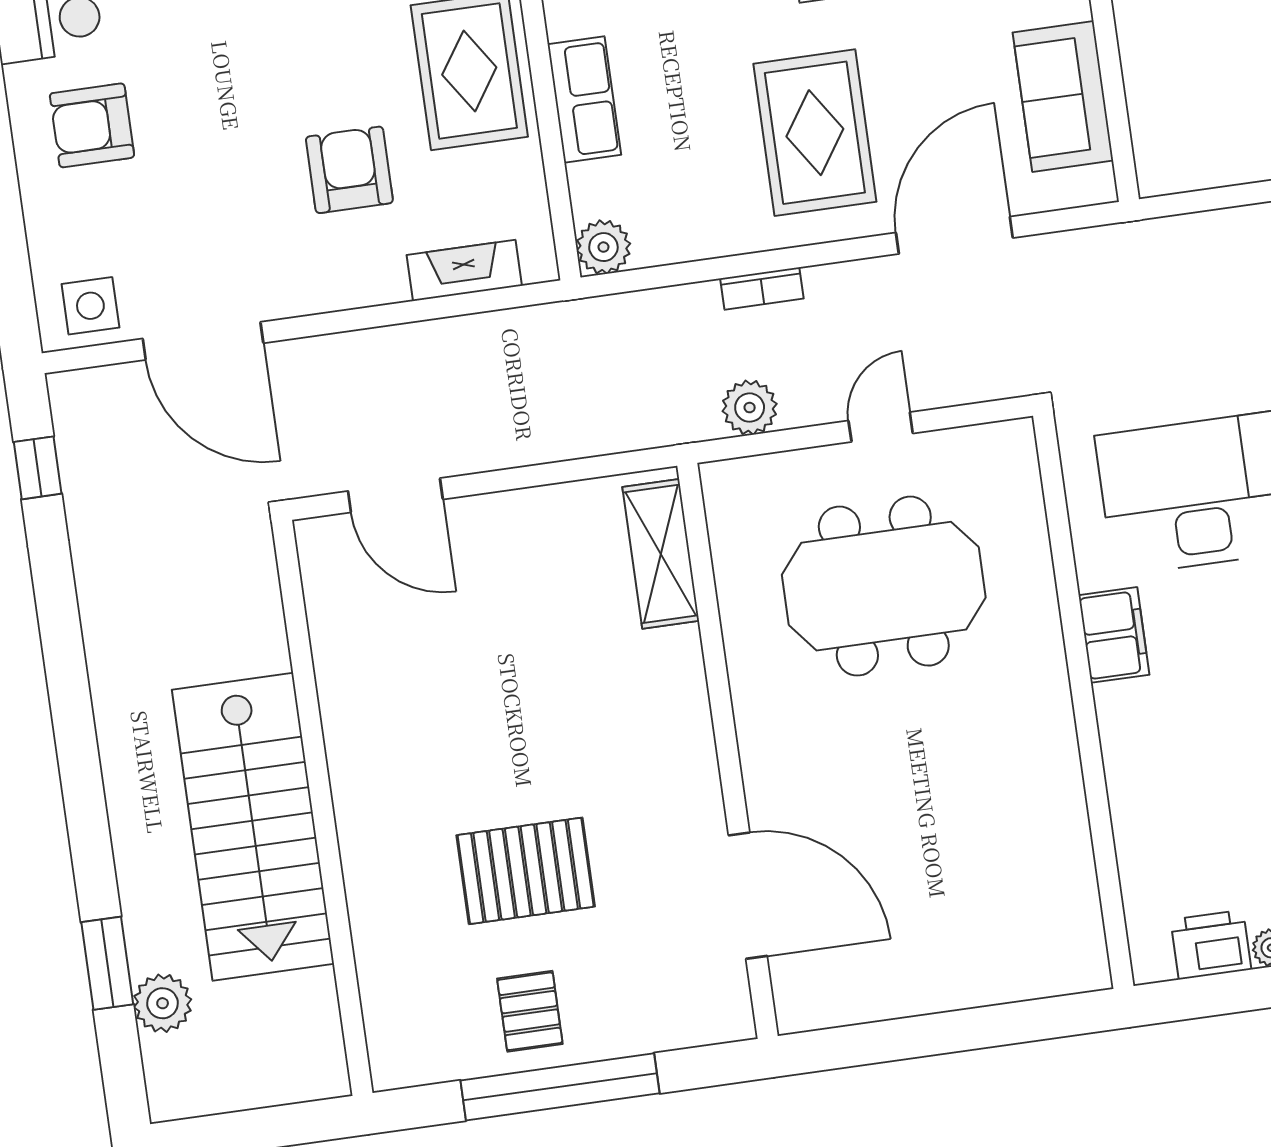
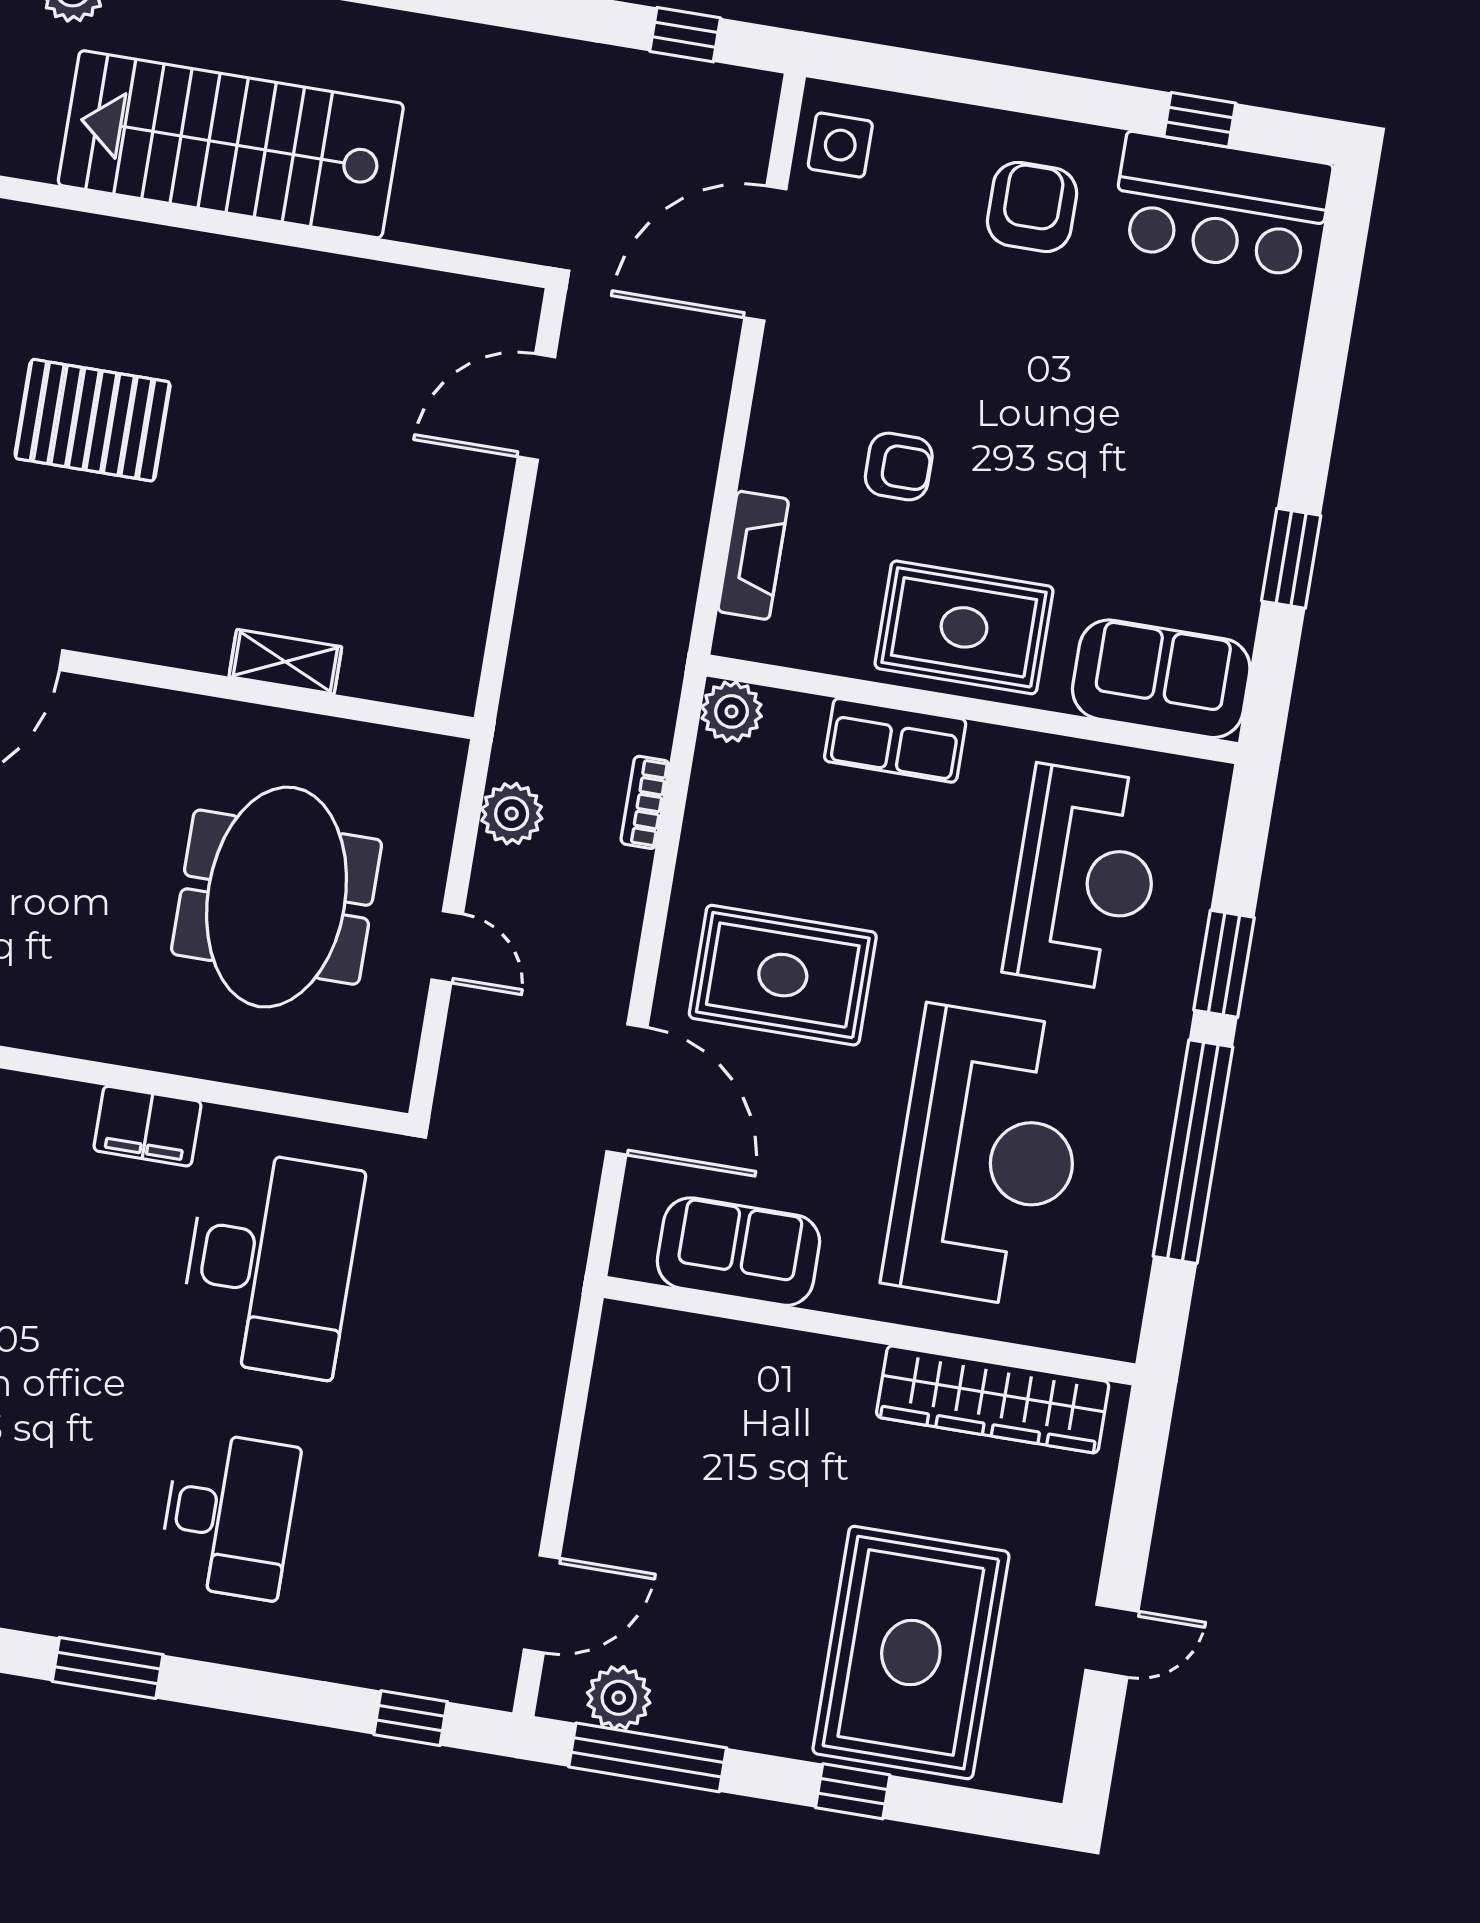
armchair: (349, 170) -> (899, 467), width x0.72, depth x0.72
bookcase: (762, 288) -> (645, 802), moved
shelving: (661, 554) -> (285, 662), moved, width x0.67, depth x0.75
pallet: (526, 871) -> (93, 420), turned 90

